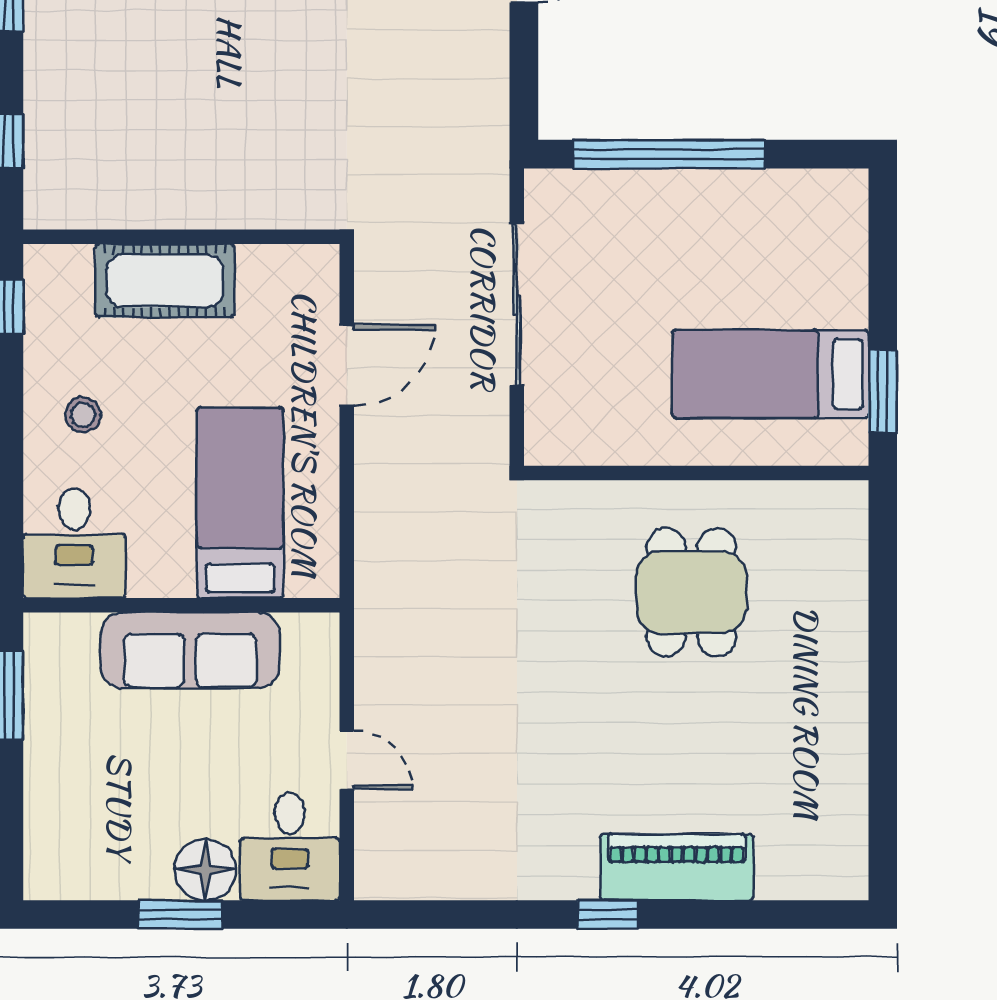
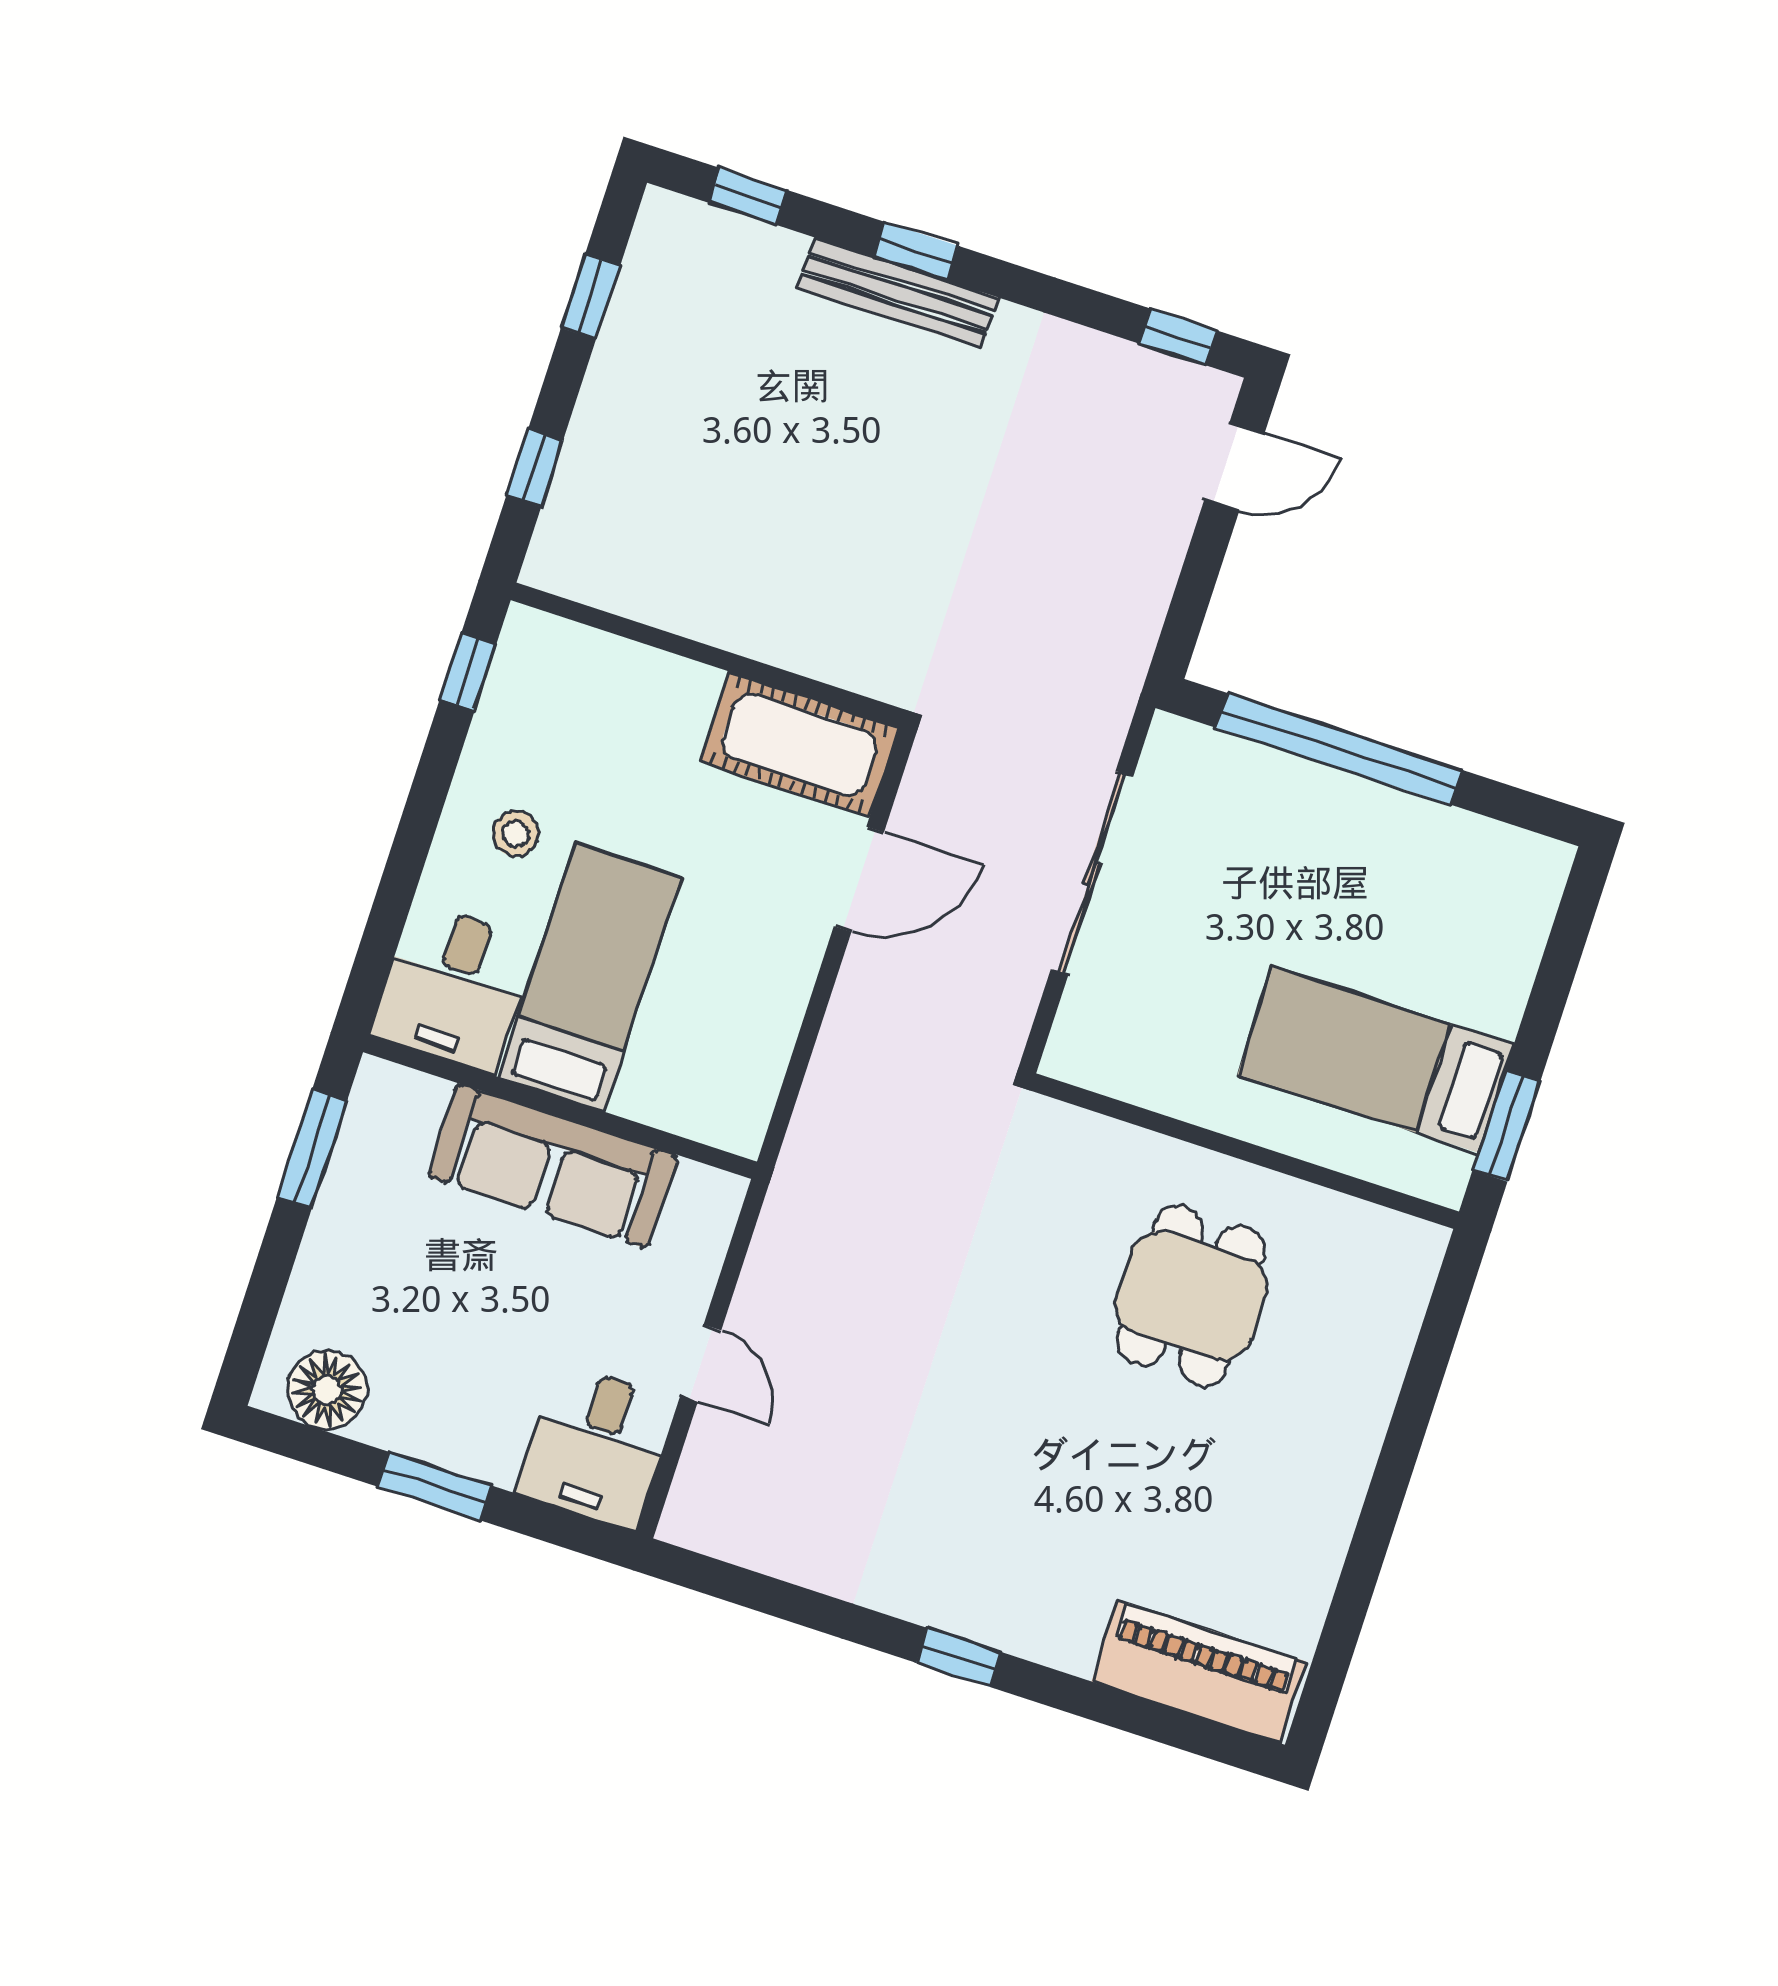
cot: (165, 281) -> (799, 744), moved
bed: (240, 503) -> (590, 977), moved
piano: (677, 867) -> (1199, 1671), moved
floor lamp: (205, 870) -> (327, 1390), moved

